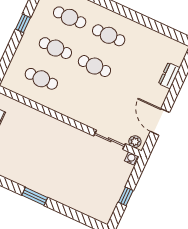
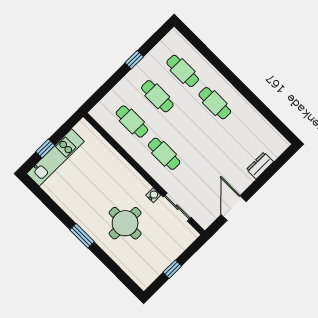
cafe table: (94, 66) -> (164, 154), moved
plant: (135, 142) -> (202, 218), removed
water cooler: (131, 158) -> (153, 195), moved
round table: (69, 171) -> (125, 223), added

